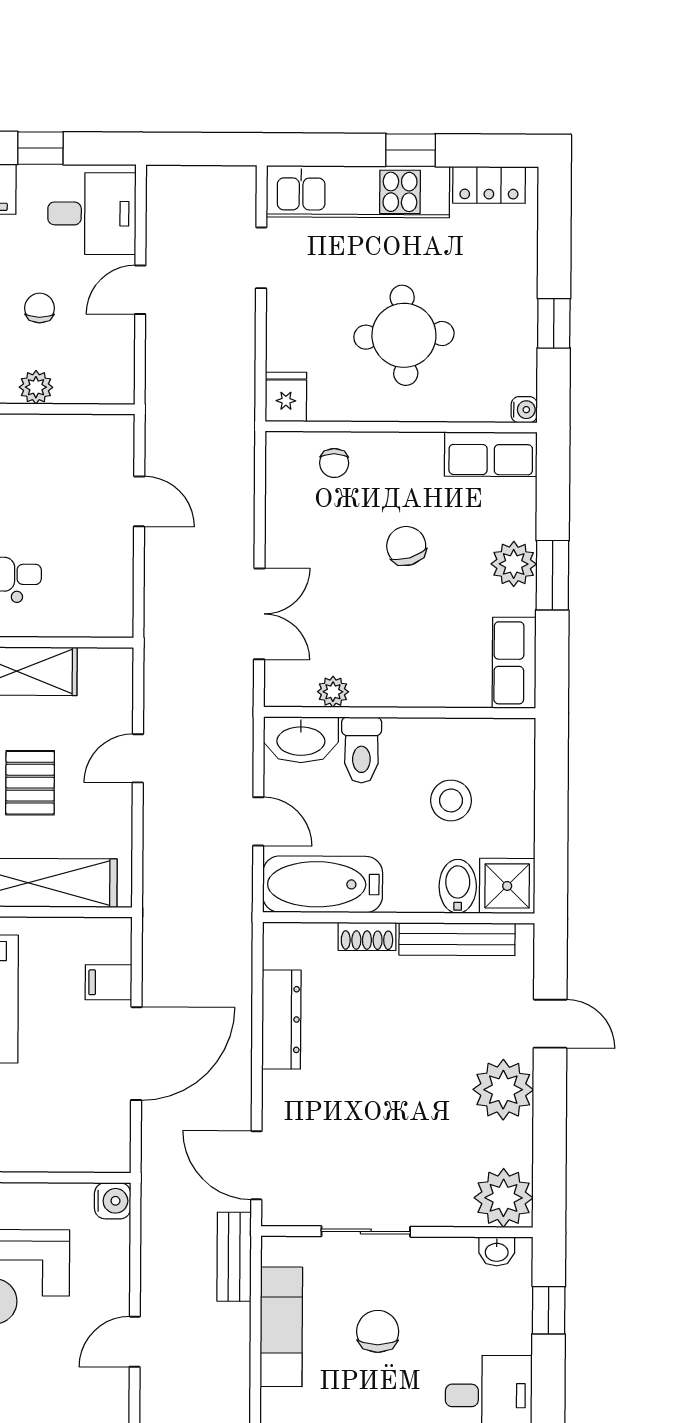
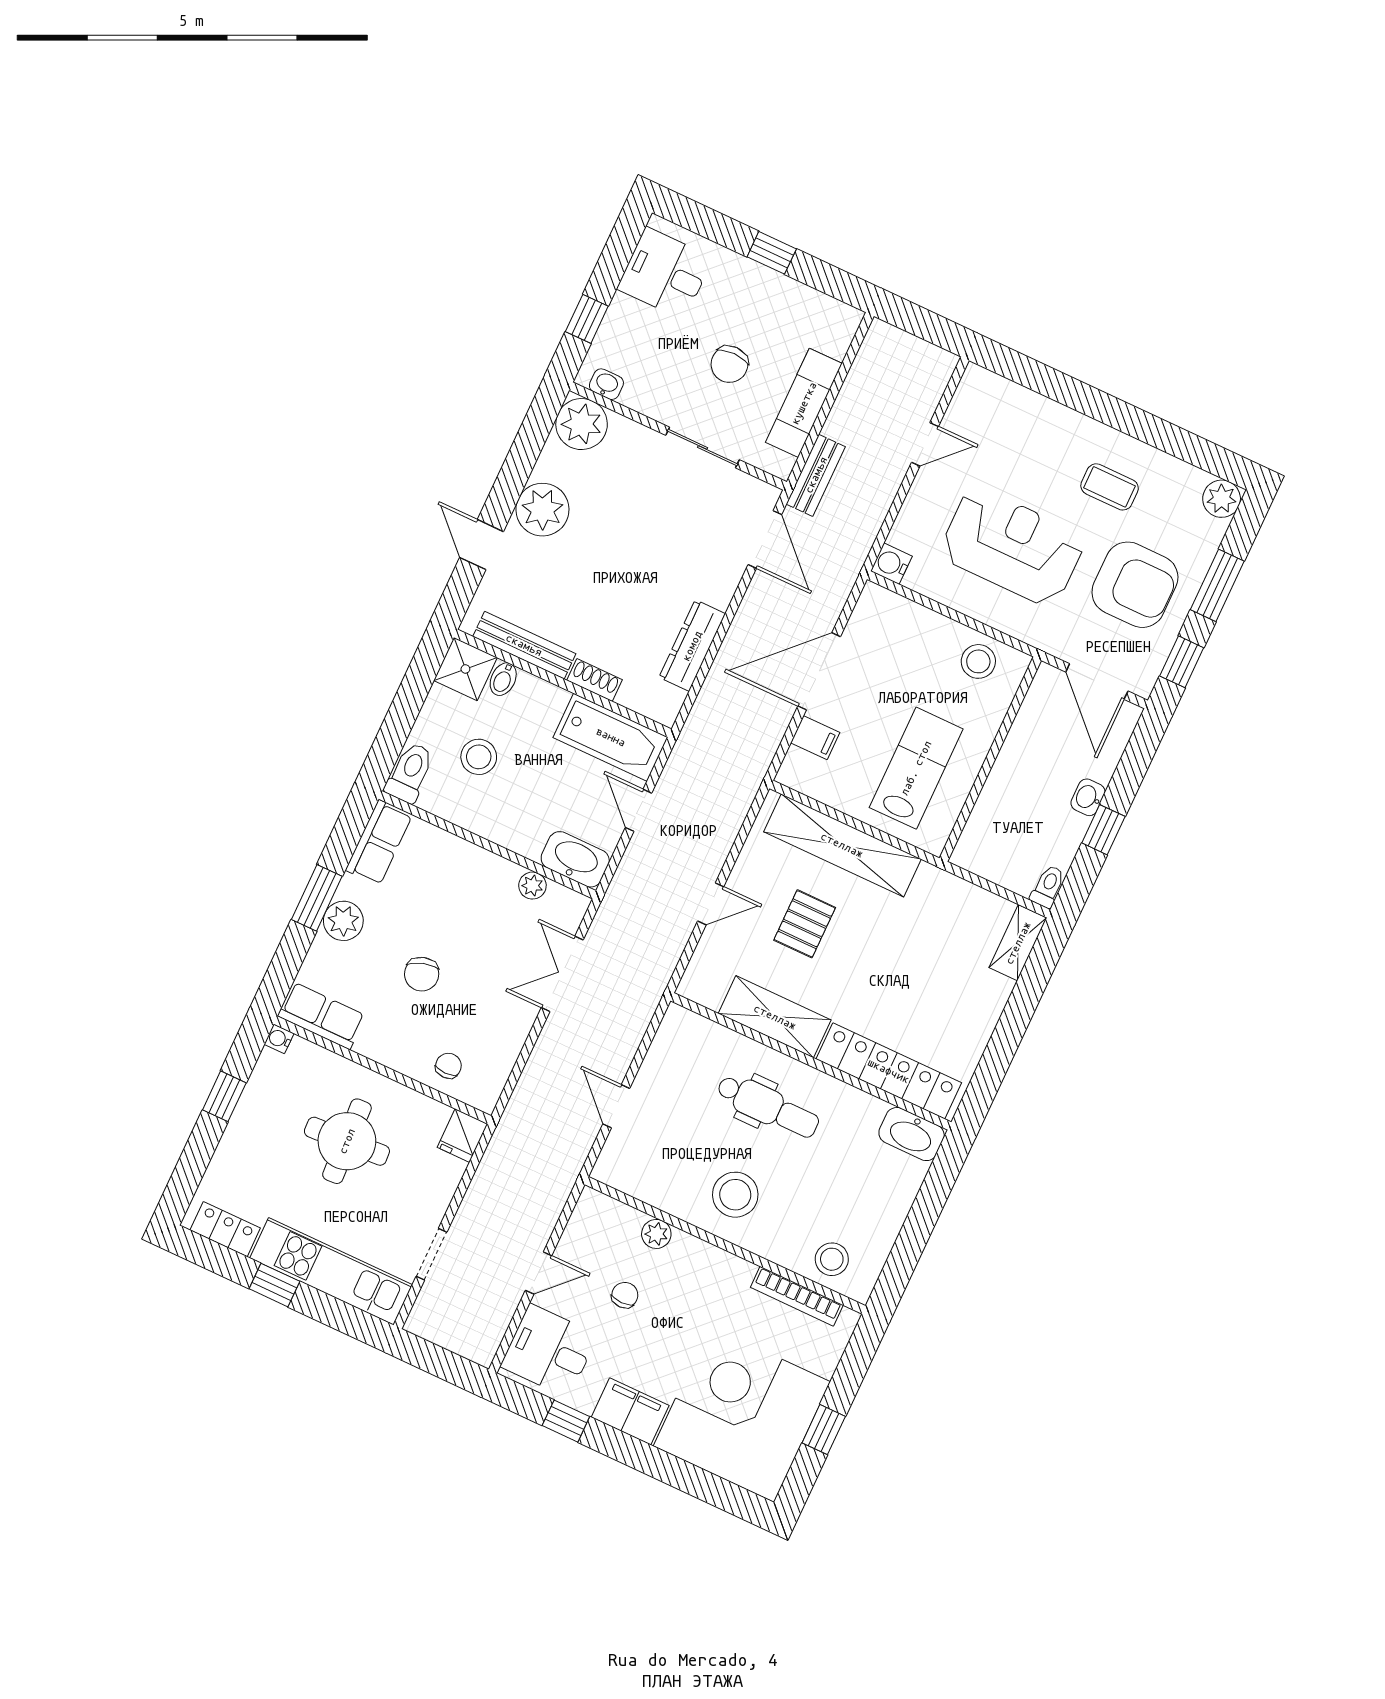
chair: (40, 308) -> (625, 1295), turned 180
toilet: (361, 750) -> (410, 773), moved
bidet: (458, 886) -> (503, 679), width x0.72, depth x0.74

